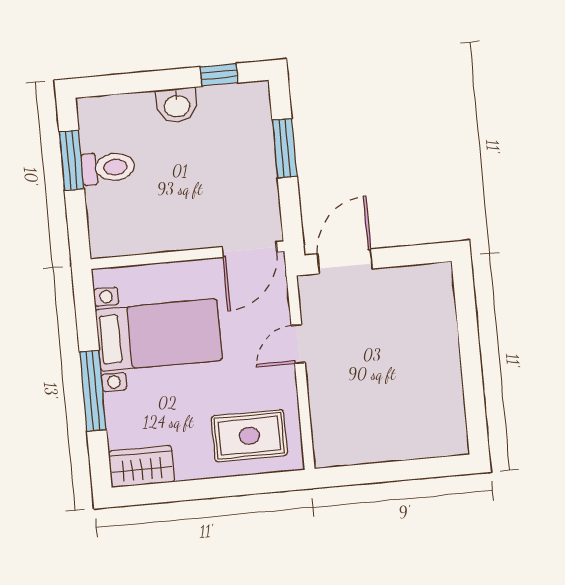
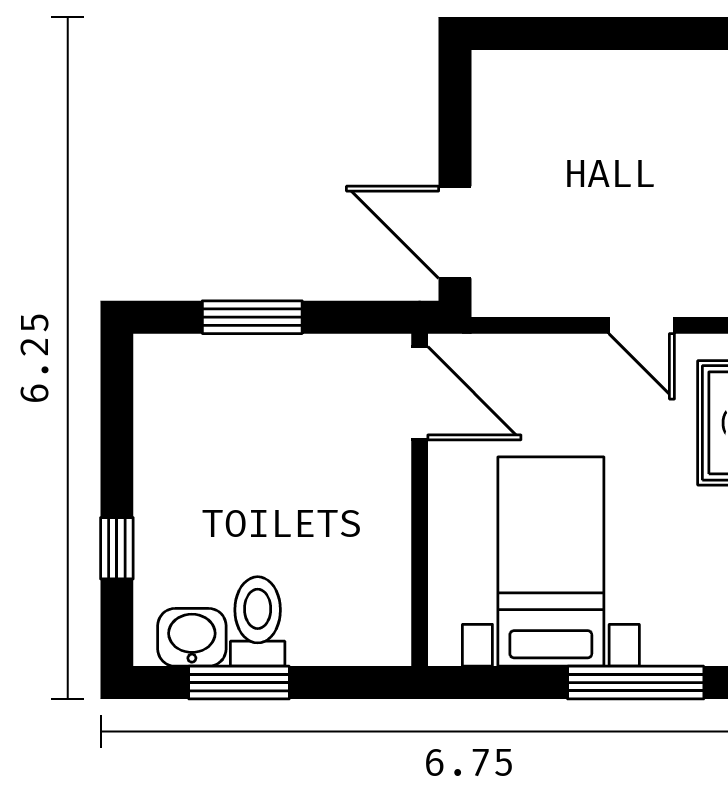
window: (219, 75) -> (117, 548), moved
washbasin: (177, 105) -> (192, 637), moved, turned -90
door: (298, 344) -> (642, 325), moved

